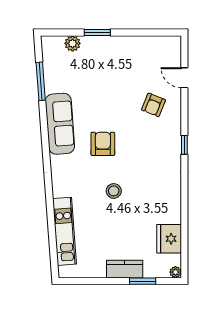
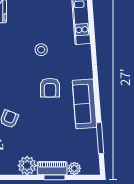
piano: (100, 44) -> (52, 168), added
plant: (131, 47) -> (27, 166), added

